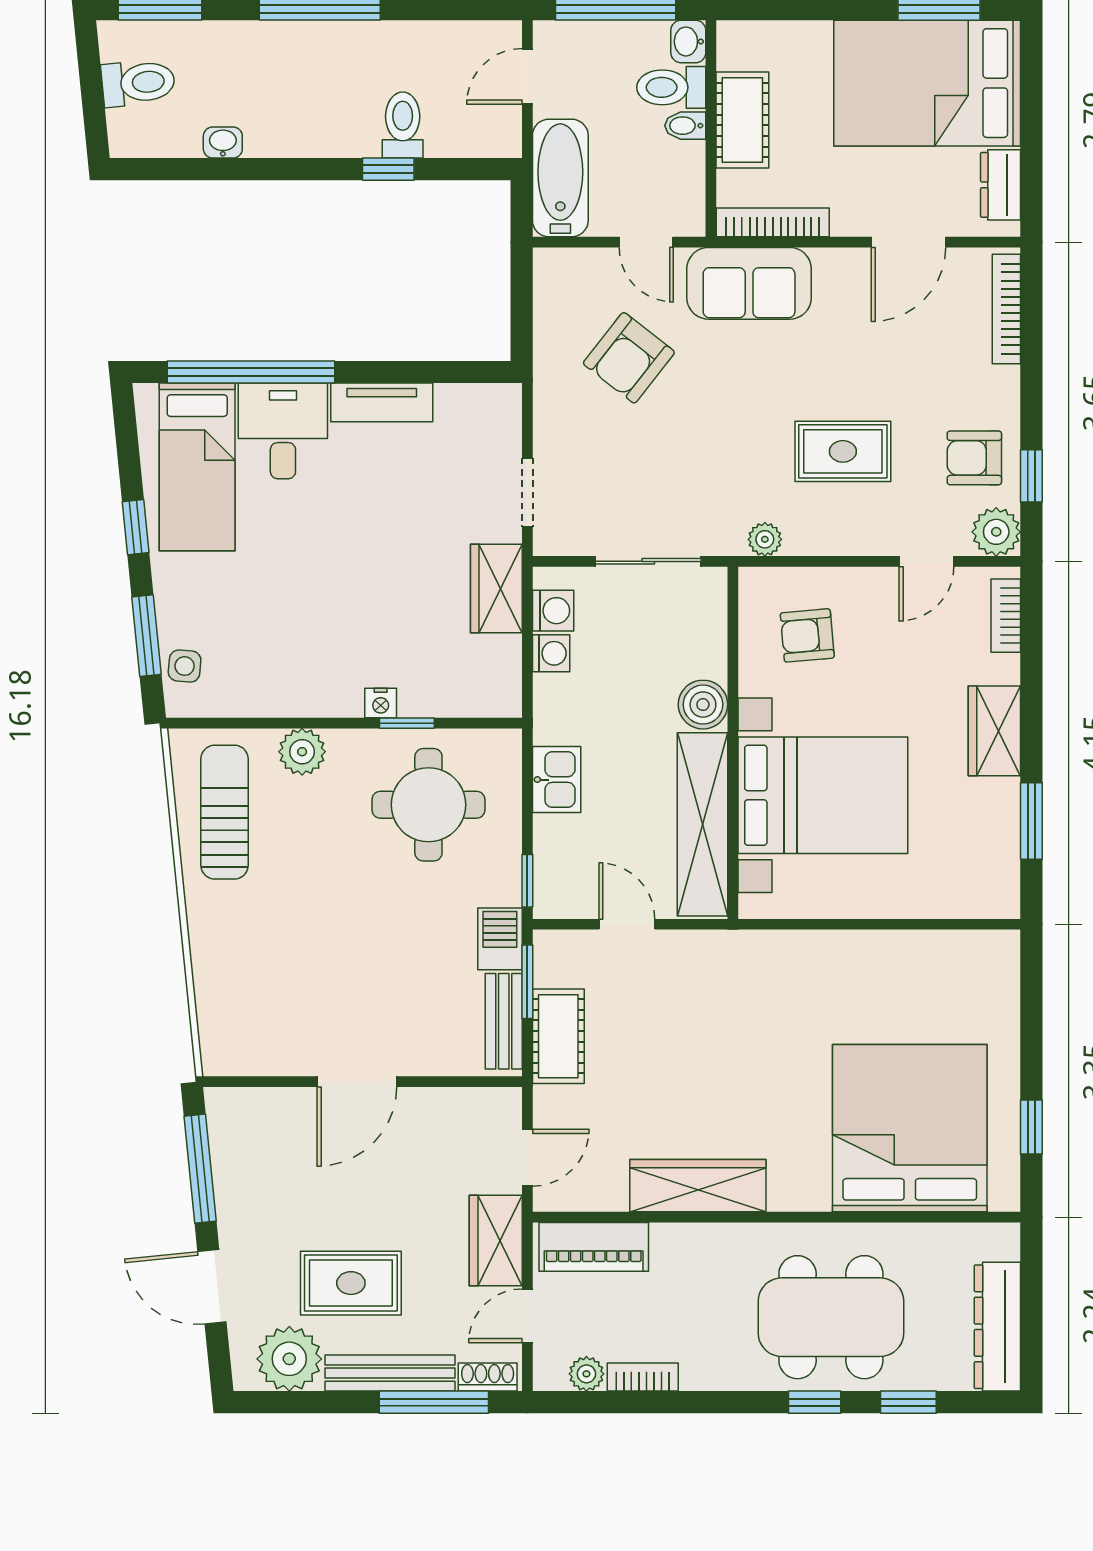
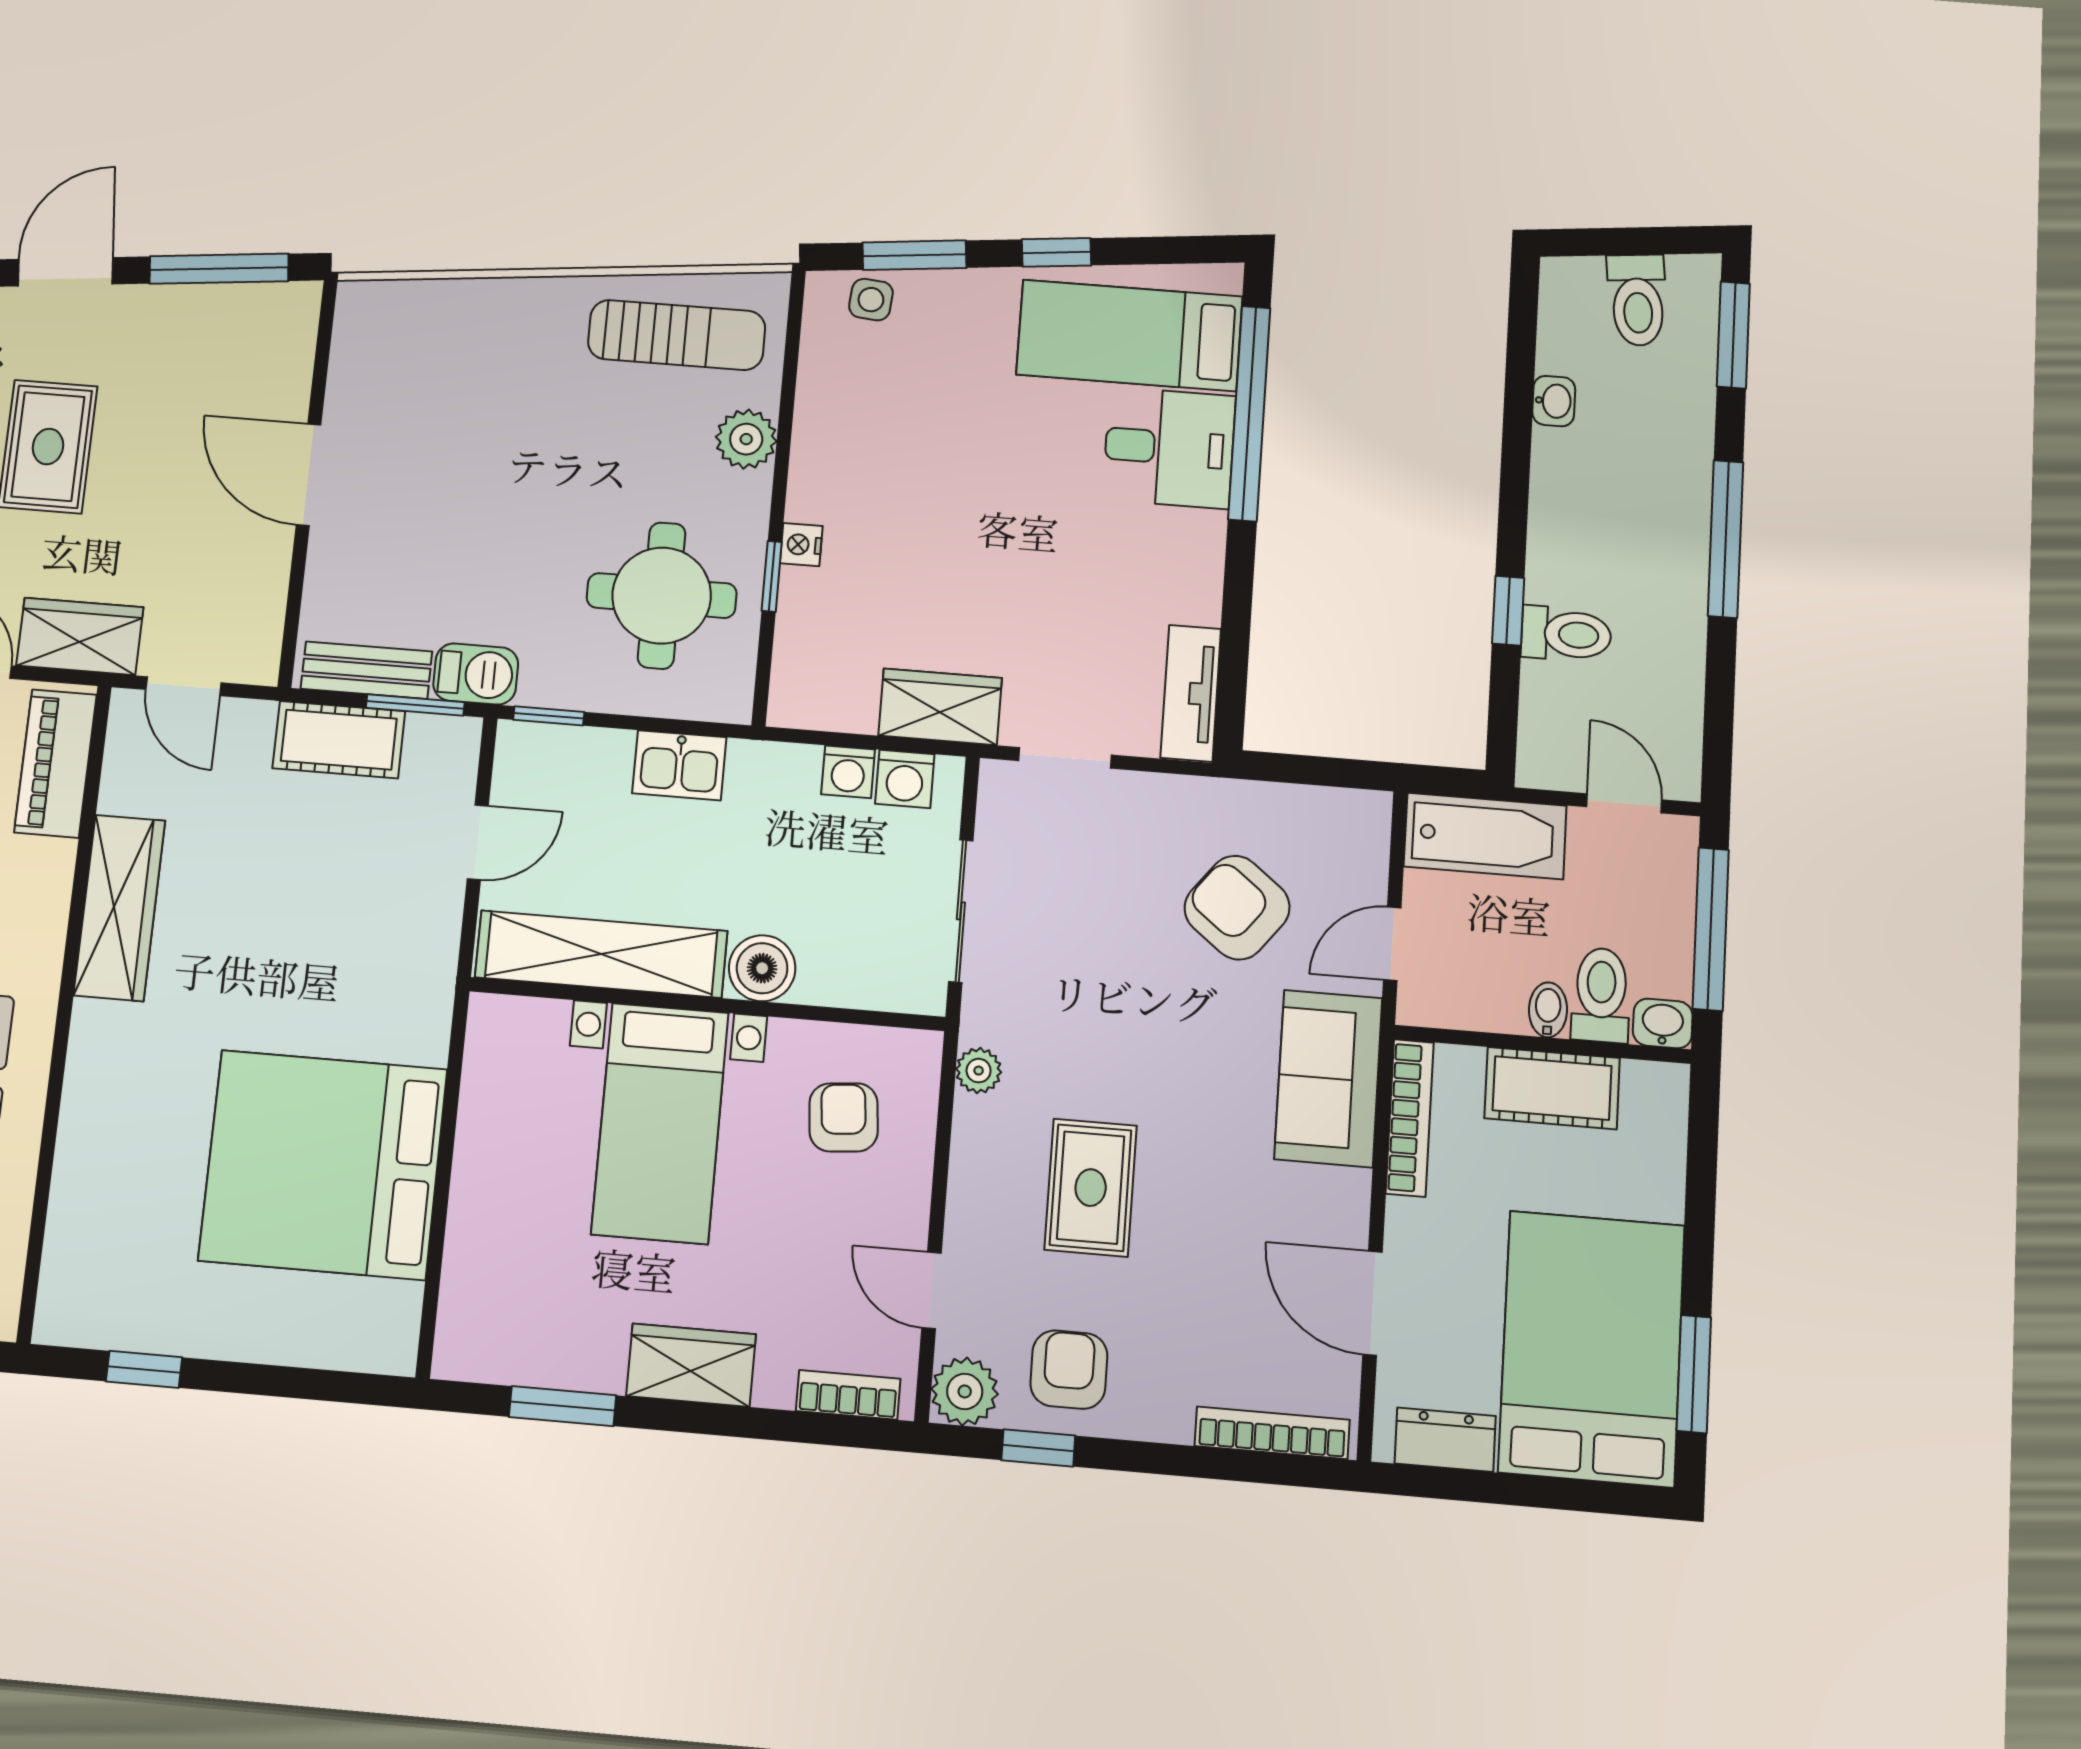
tv unit: (382, 402) -> (1191, 693), moved
bed with nightstands: (823, 795) -> (660, 1123), width x0.73
bed: (910, 1128) -> (323, 1165), moved, turned 180

